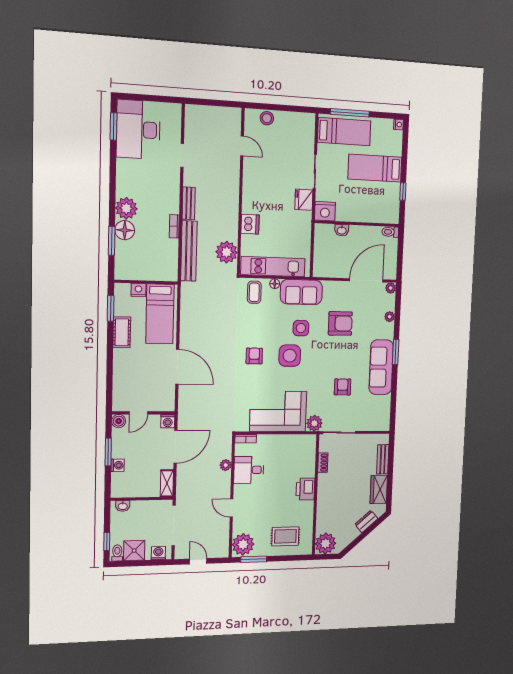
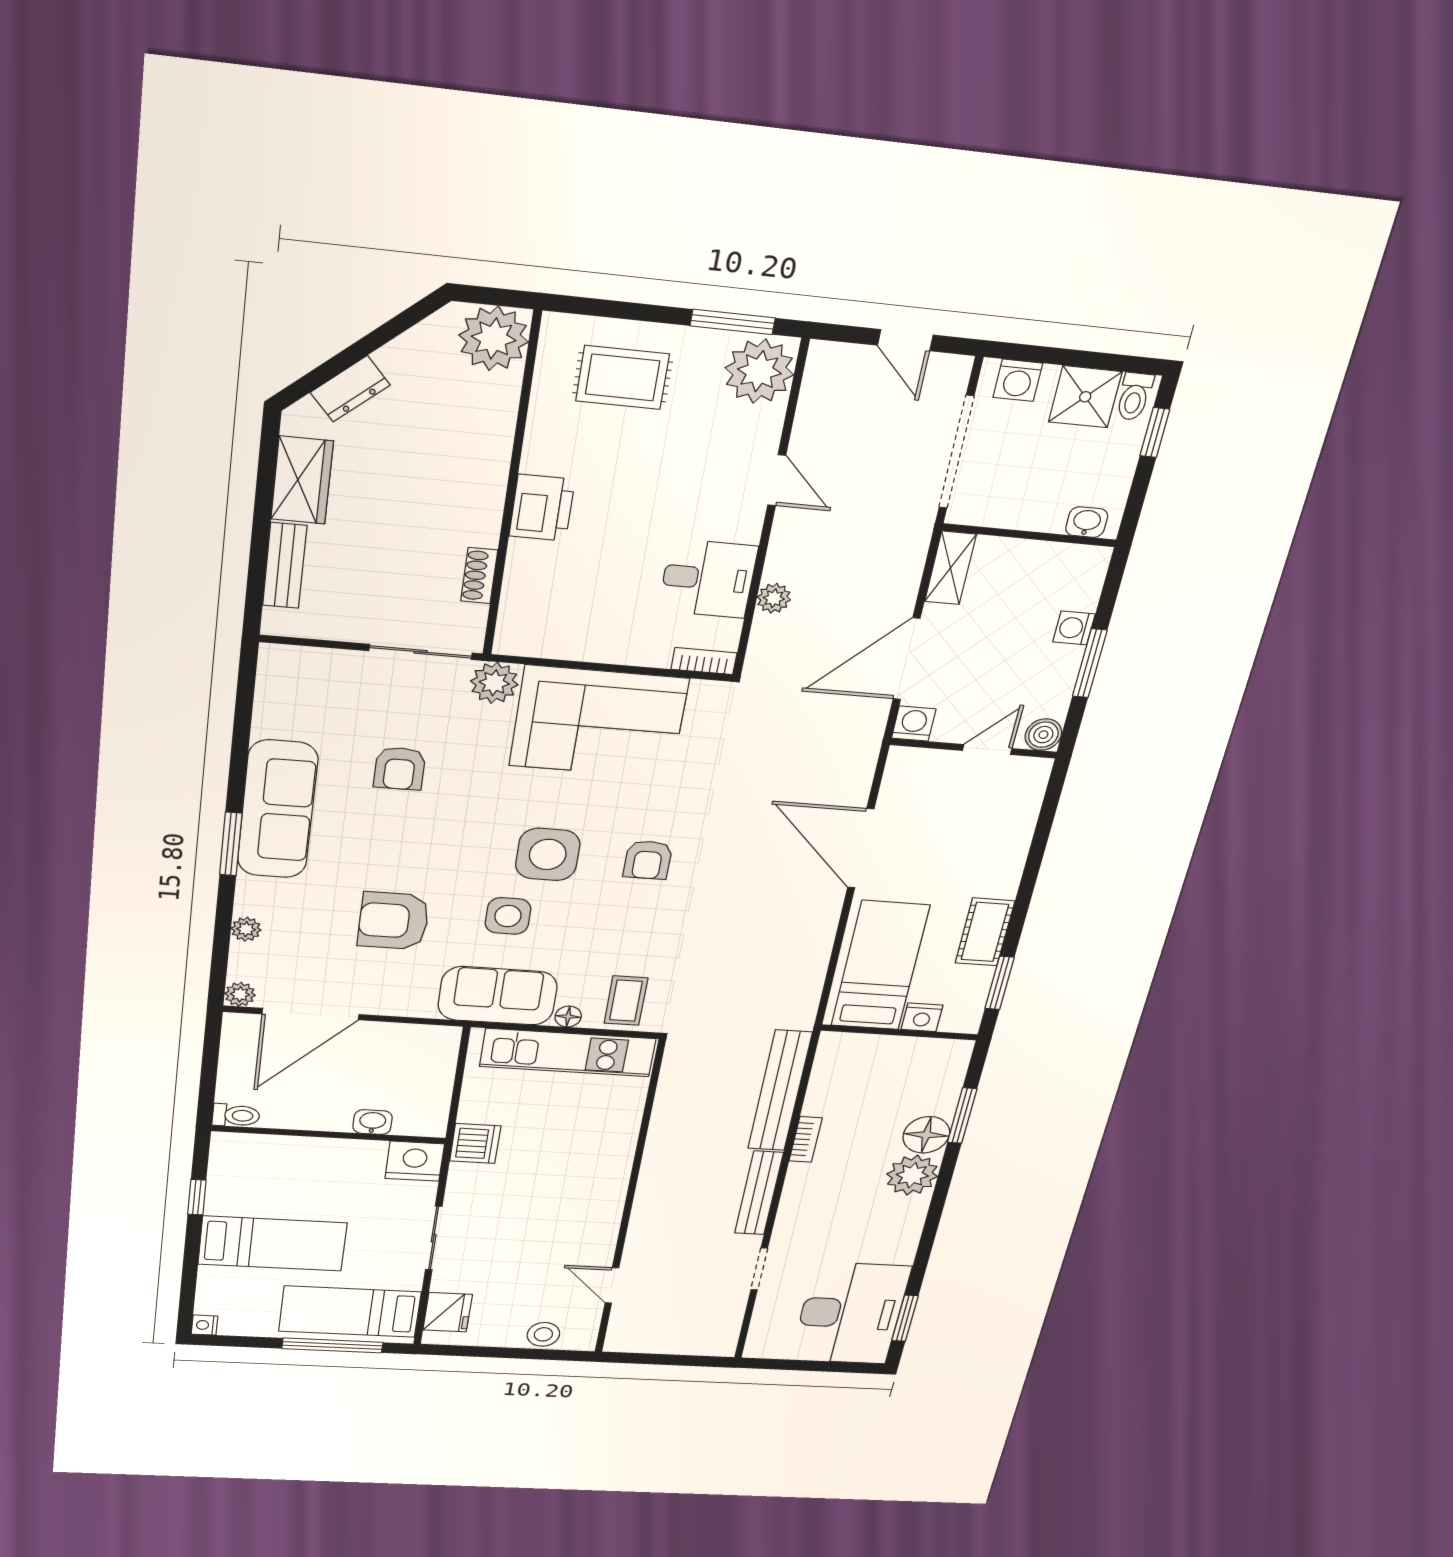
fridge: (304, 200) -> (448, 1312), moved
bench: (189, 203) -> (759, 1193), width x1.36
dishwasher: (250, 224) -> (475, 1143), moved, turned 180
plant: (227, 252) -> (685, 1086), removed

